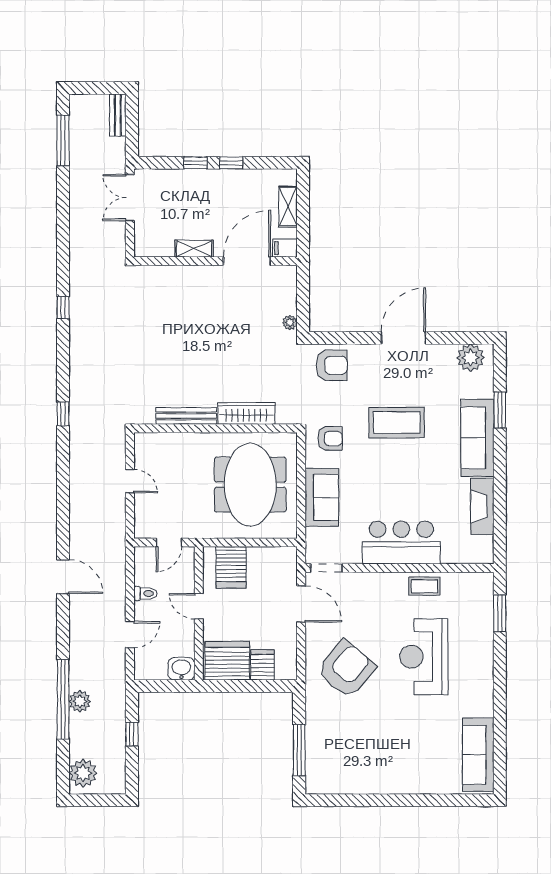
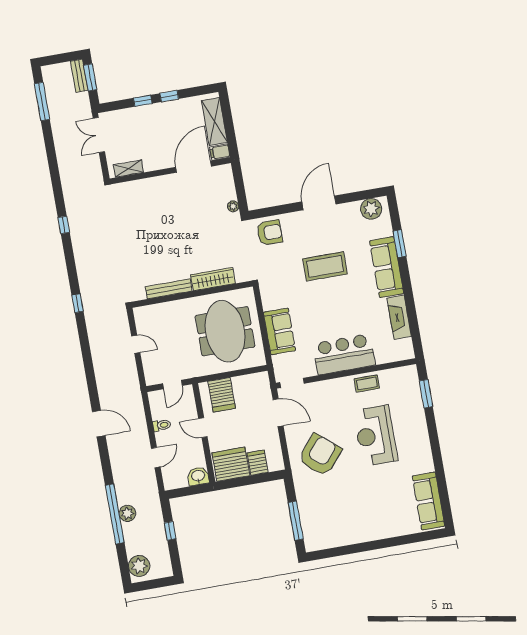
window: (132, 120) -> (90, 77), added
shelving: (288, 207) -> (214, 122), width x1.50, depth x1.33
shelving: (194, 249) -> (128, 169), moved
armchair: (330, 438) -> (278, 287), removed

